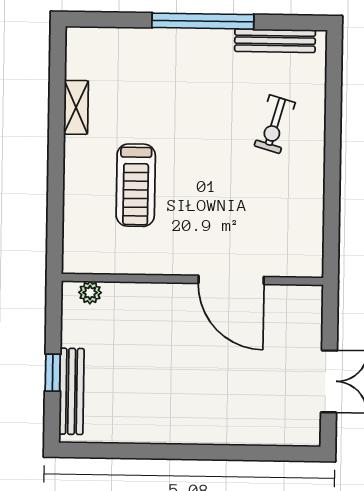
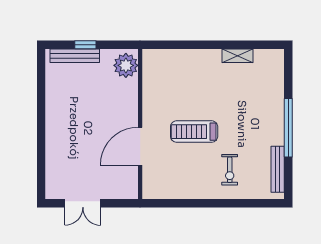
exercise bike: (275, 124) -> (230, 170), turned -106
treadmill: (136, 185) -> (194, 132), moved
plant: (90, 293) -> (126, 65), width x1.88, depth x1.88

